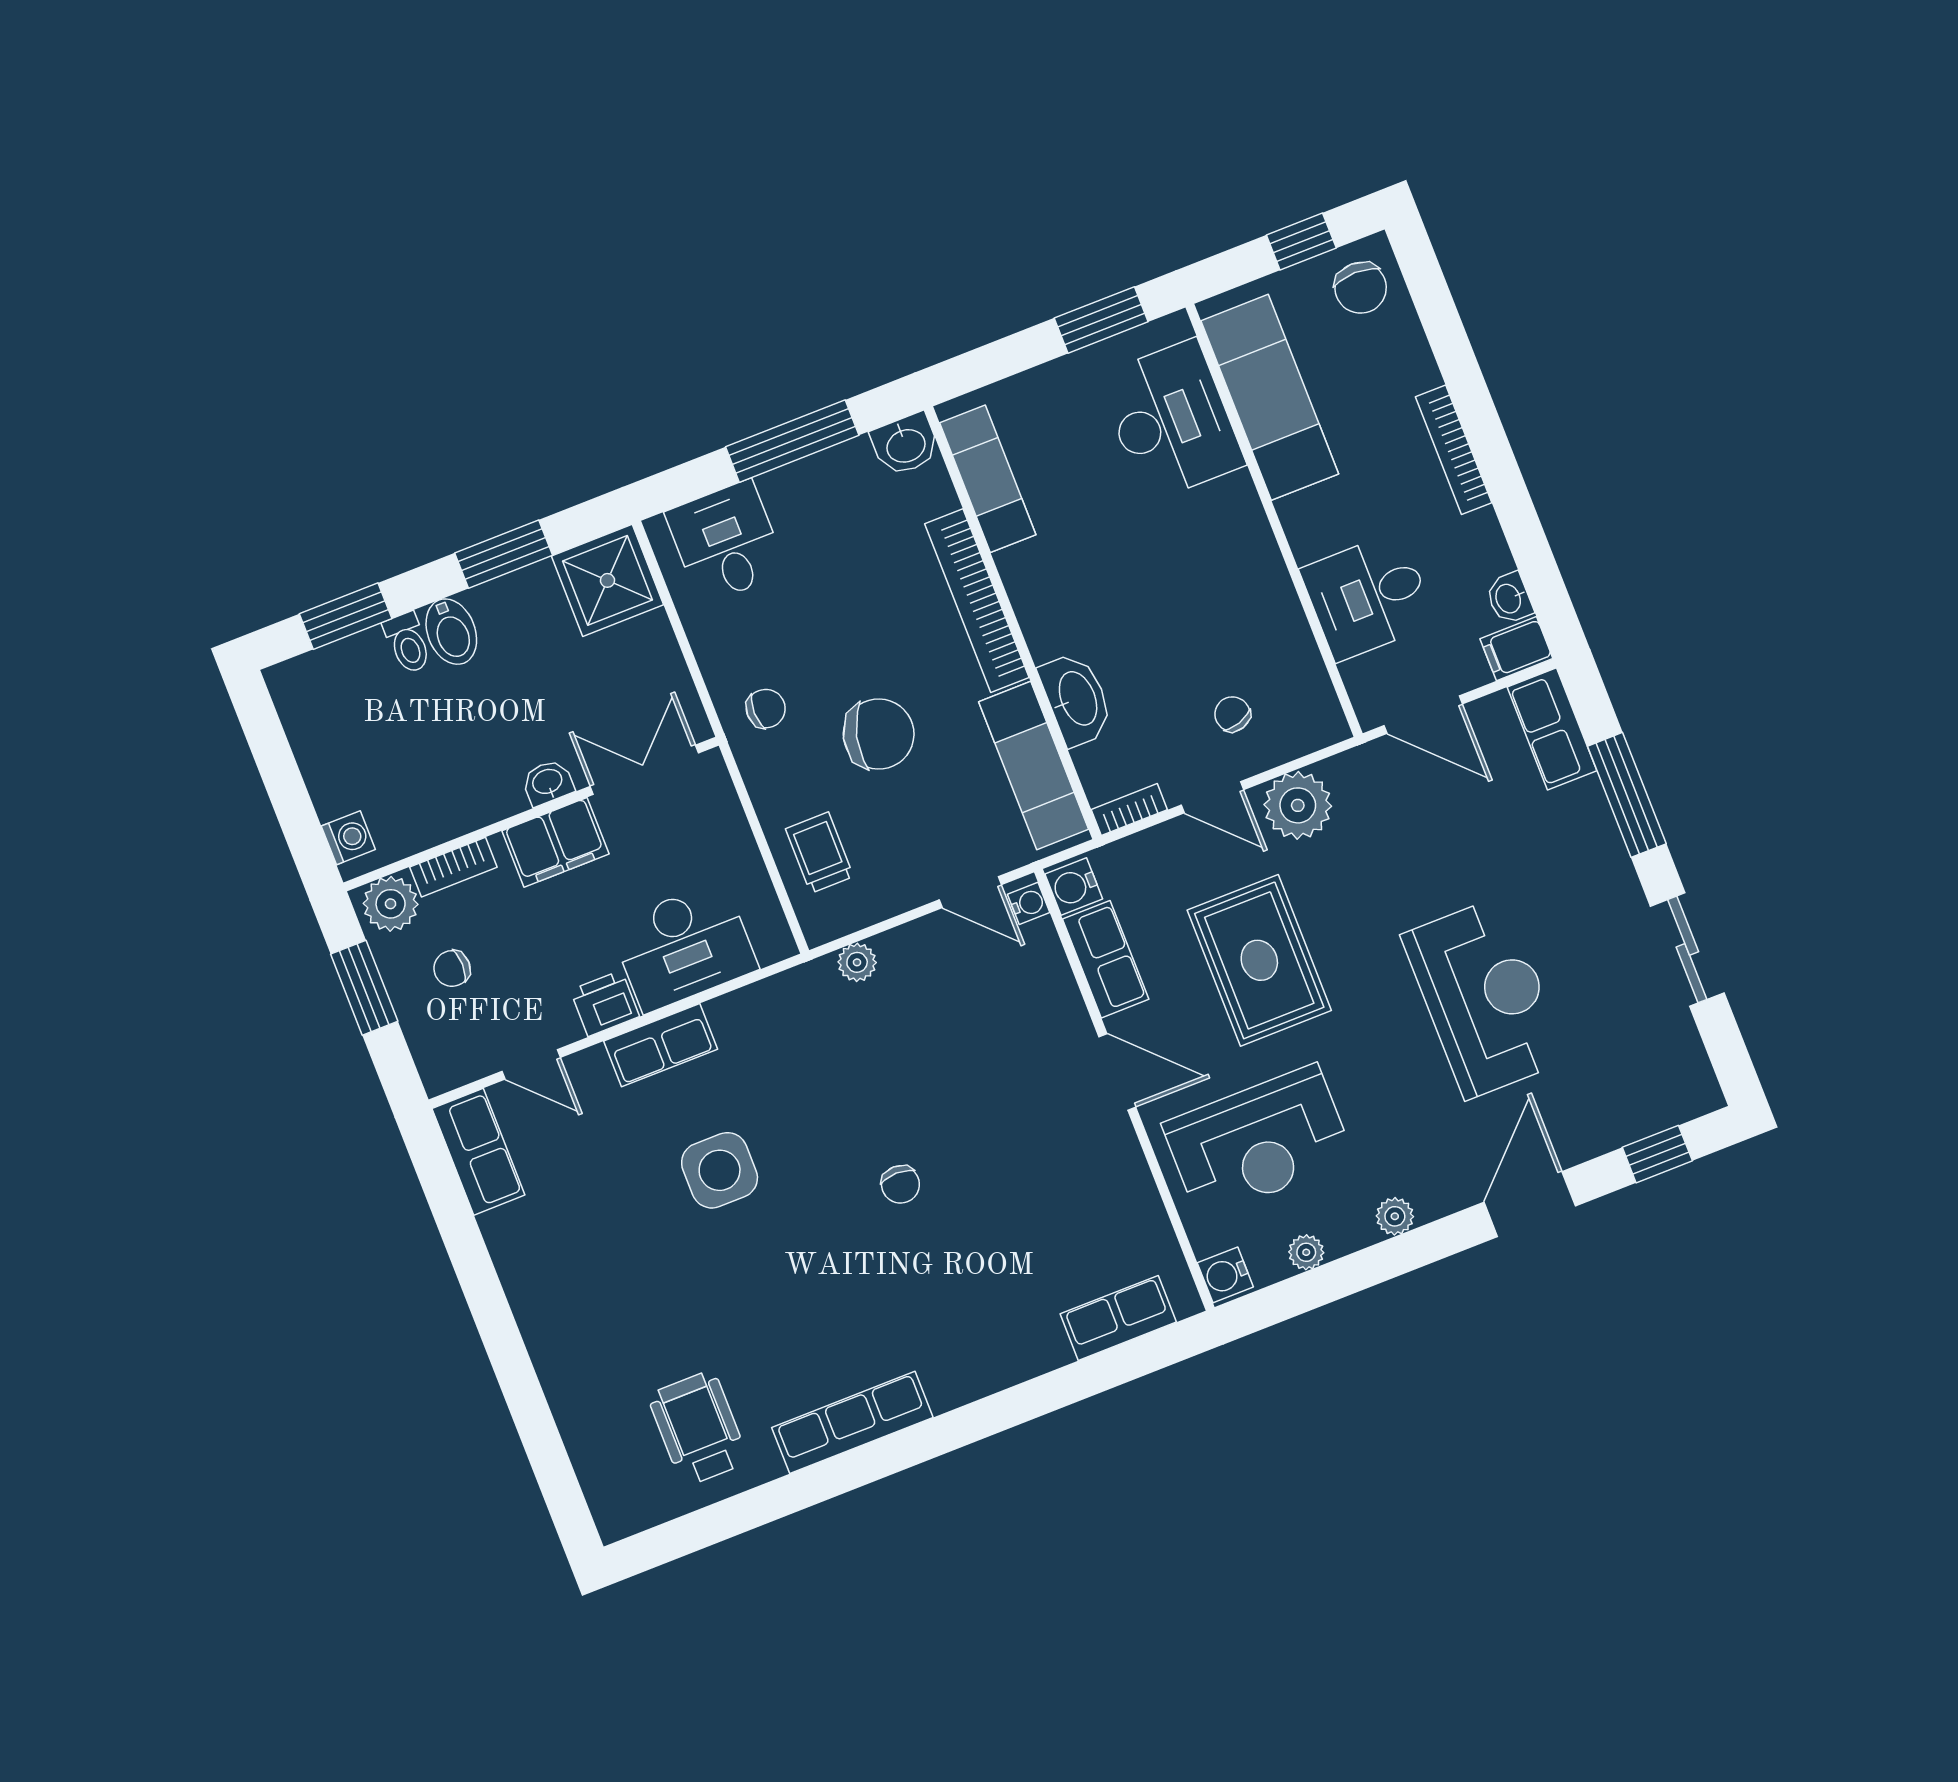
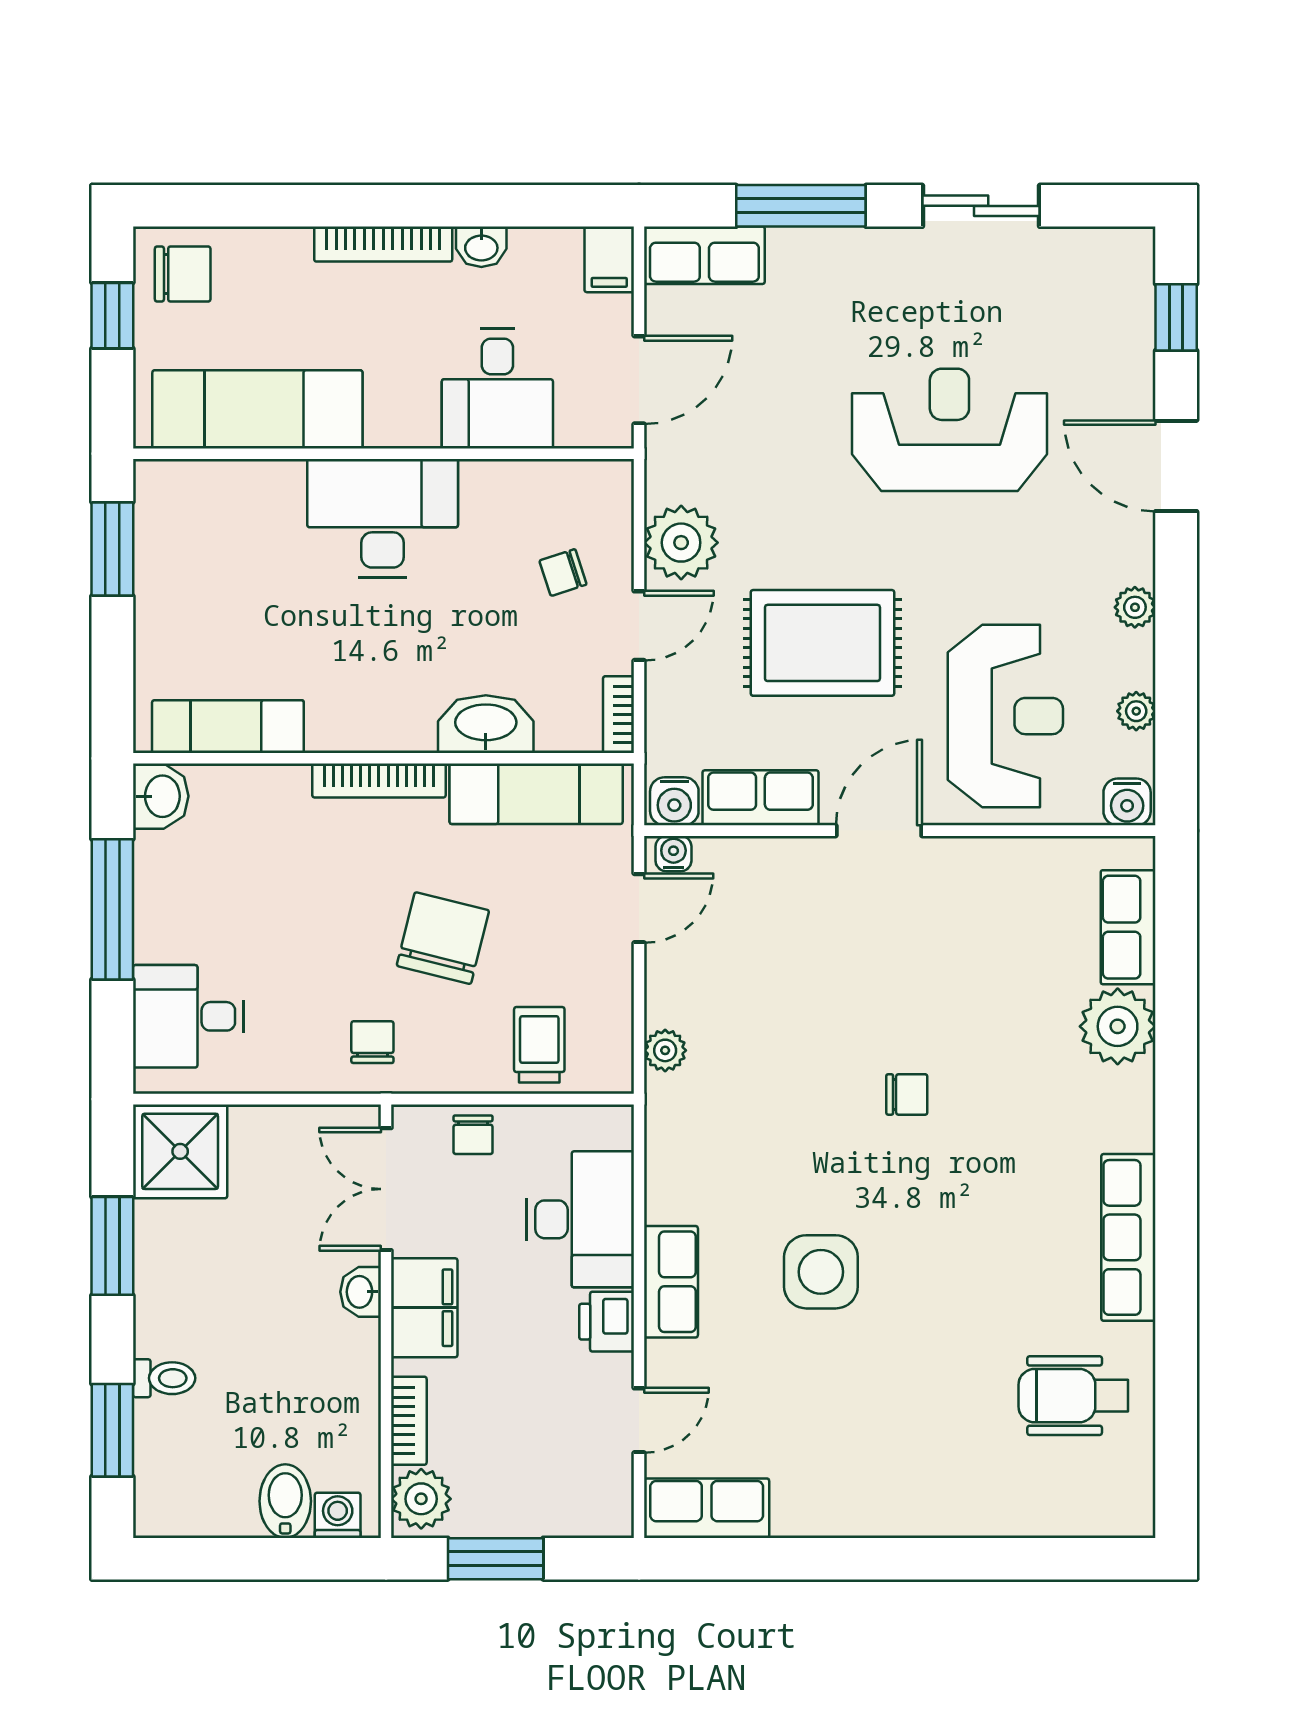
desk: (1171, 420) -> (383, 518), moved
washbasin: (1509, 598) -> (481, 247), moved
bookcase: (977, 601) -> (379, 781), width x0.68, depth x0.76
bidet: (451, 632) -> (285, 1501), moved, turned -90
trolley: (820, 853) -> (539, 1045), turned 90
chair: (452, 968) -> (473, 1135), moved
plant: (1030, 1342) -> (1118, 1026), added

